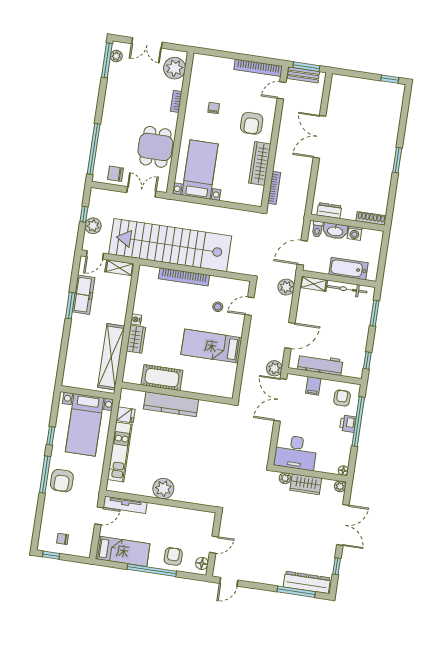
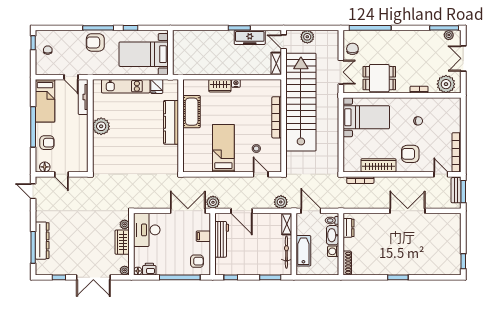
window: (84, 214) -> (316, 28), removed
shelving: (111, 357) -> (202, 68), removed
printer: (348, 424) -> (149, 269), moved
dresser: (307, 582) -> (42, 241), moved

